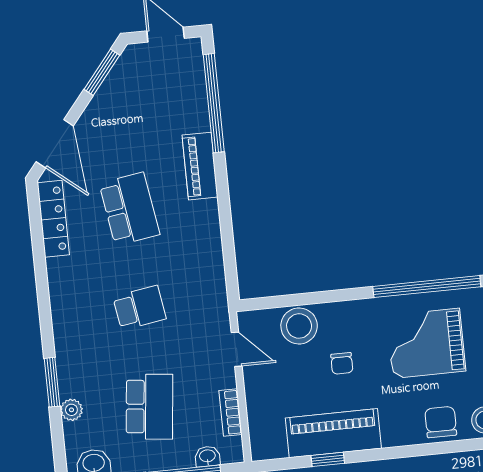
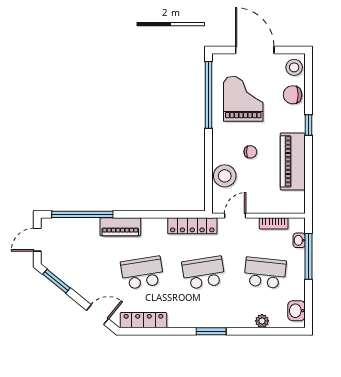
door: (55, 144) -> (97, 315), width x0.73
locker: (213, 282) -> (192, 226), added
school desk: (139, 308) -> (204, 273), width x1.85
grand piano: (426, 343) -> (243, 99), turned 180
window: (52, 382) -> (211, 331), moved
window: (328, 459) -> (308, 125), moved

